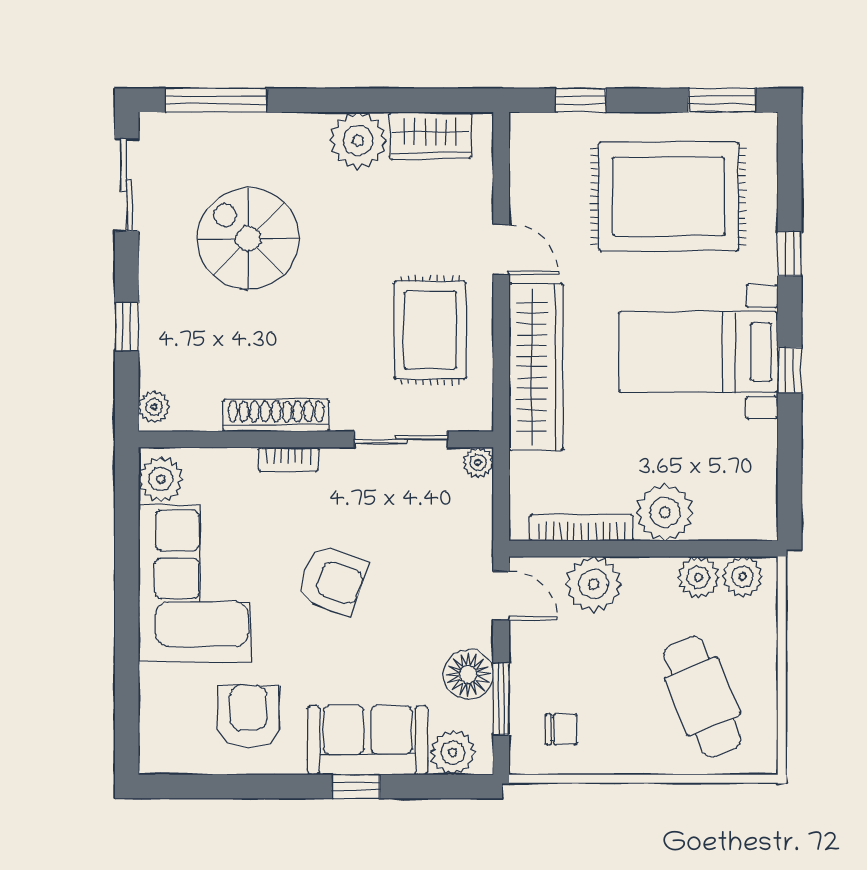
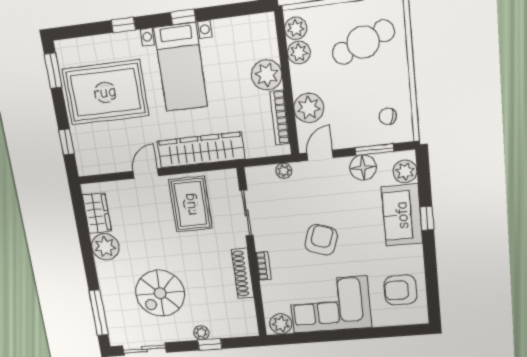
rug: (668, 197) -> (105, 92), turned 90
rug: (430, 330) -> (190, 204), turned 90
plant: (154, 407) -> (201, 333), moved
plant: (478, 462) -> (284, 171), moved
armchair: (248, 716) -> (400, 290), moved
chair: (561, 729) -> (388, 116), turned -75

